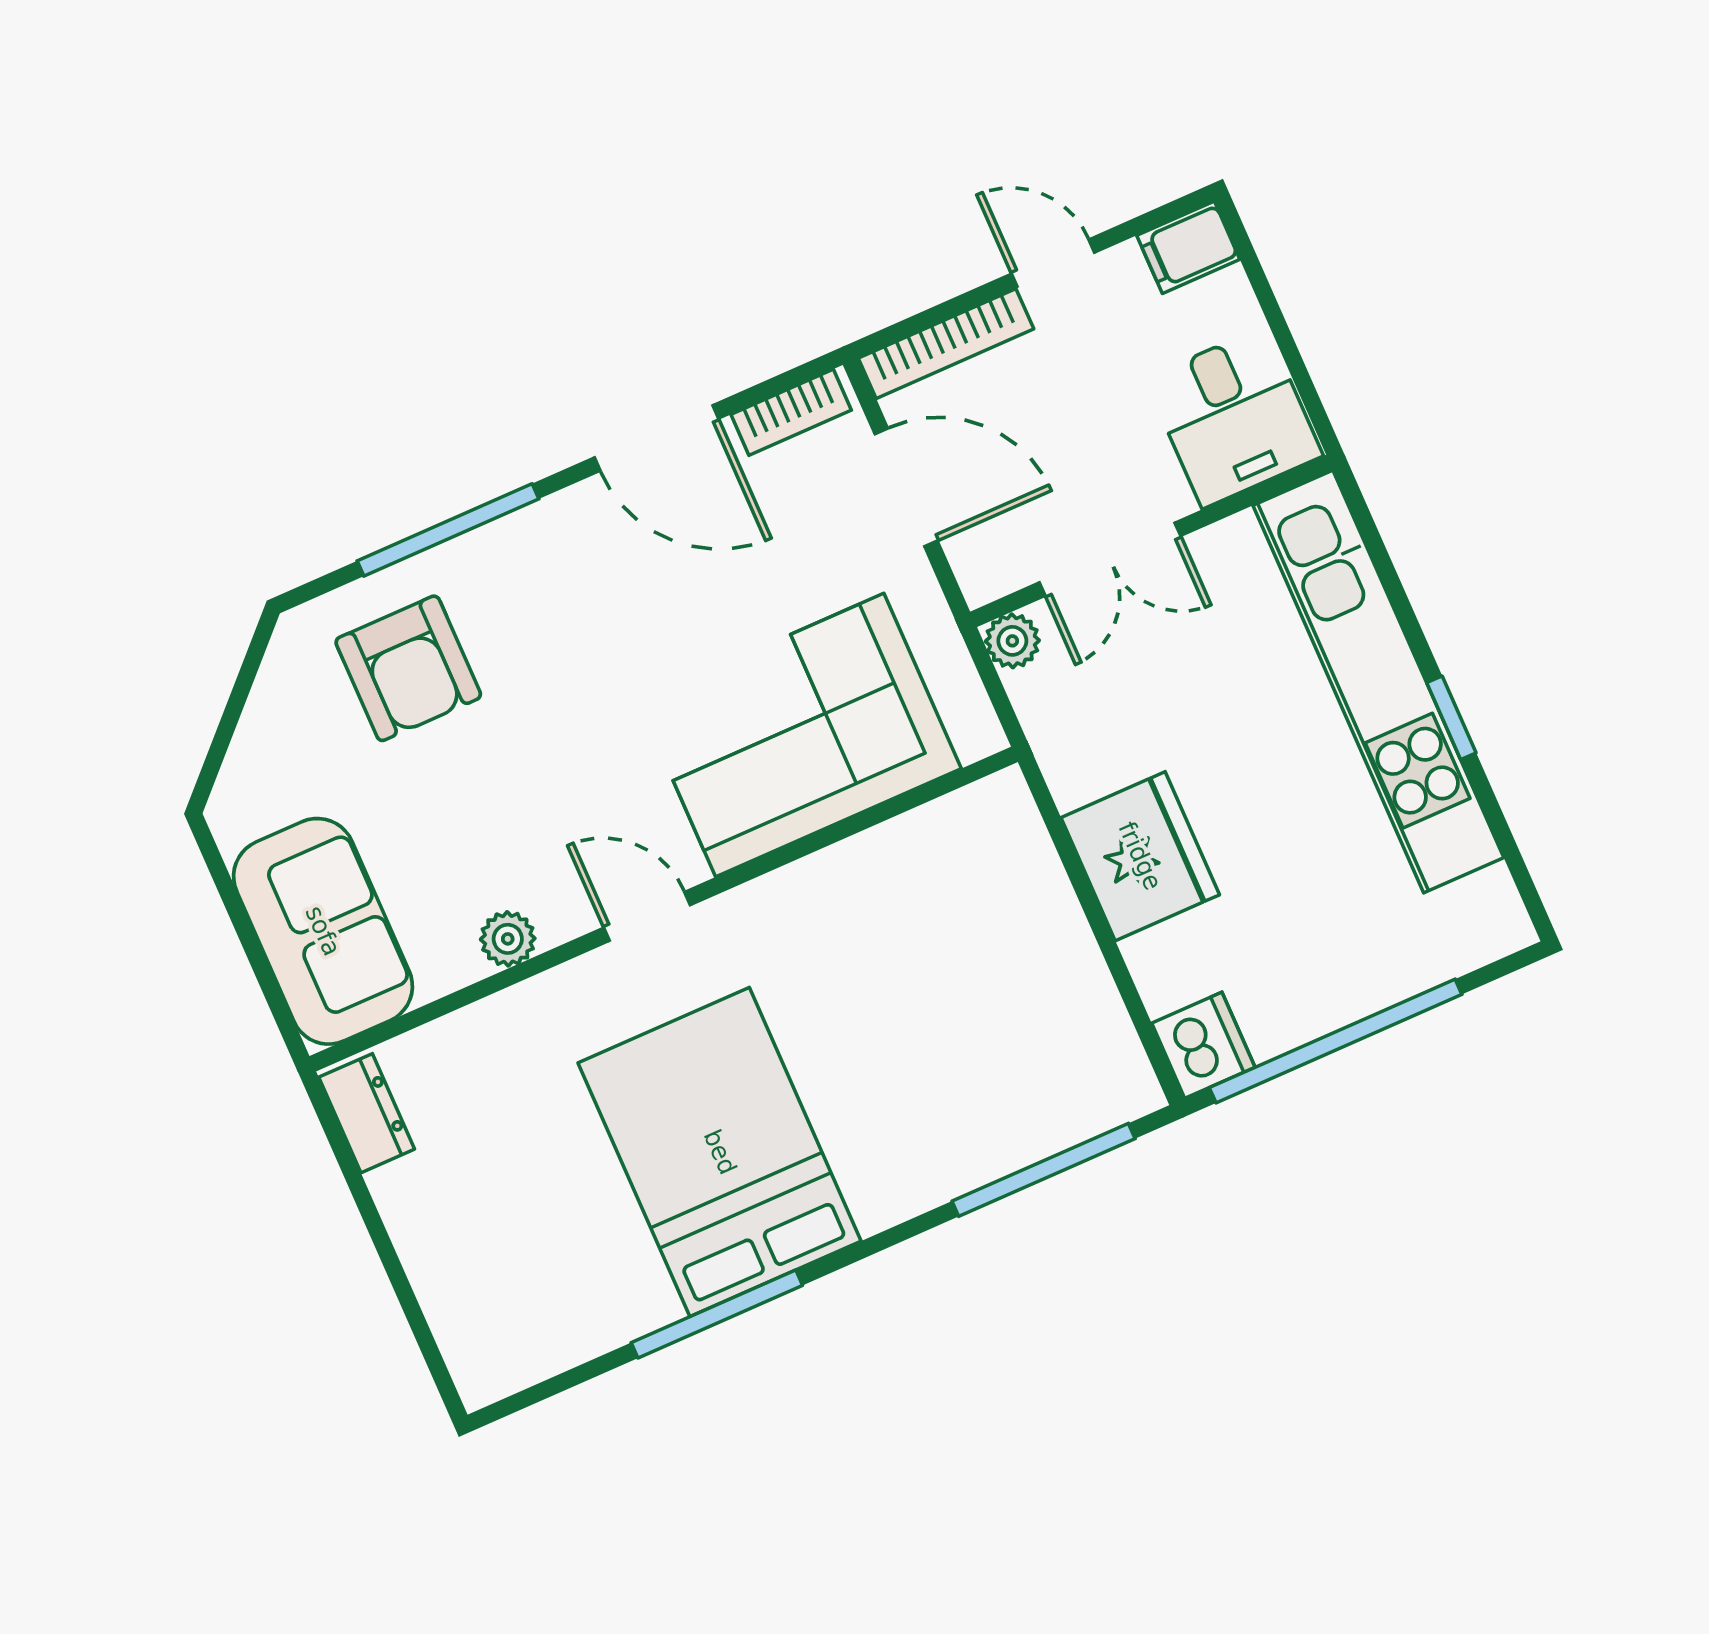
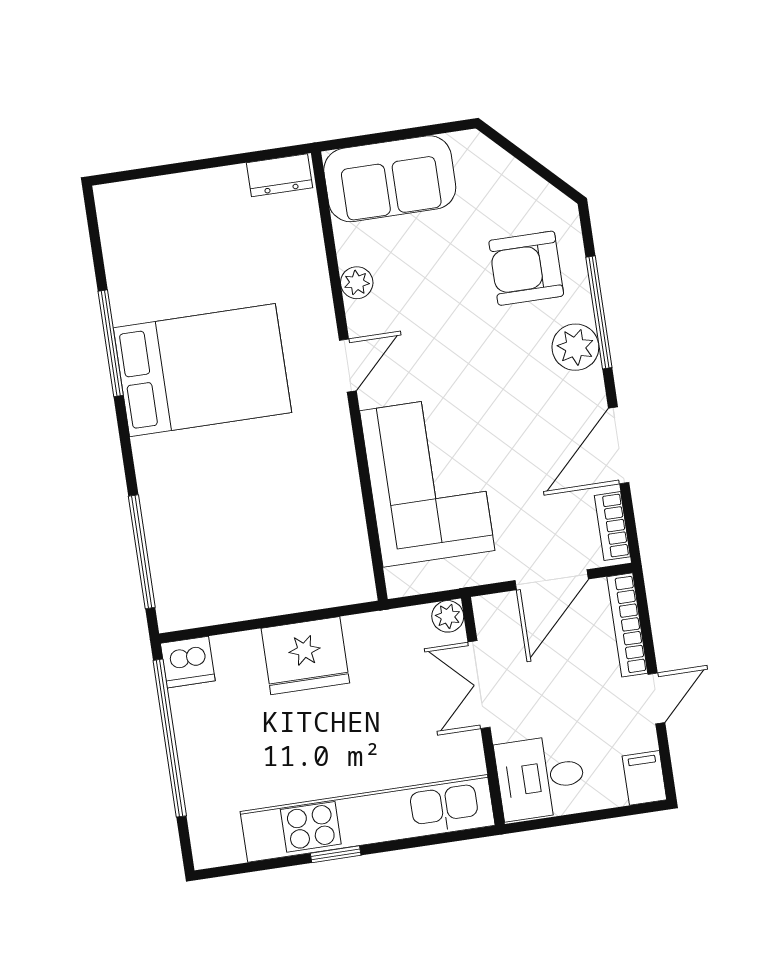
plant: (515, 553) -> (575, 347), added

